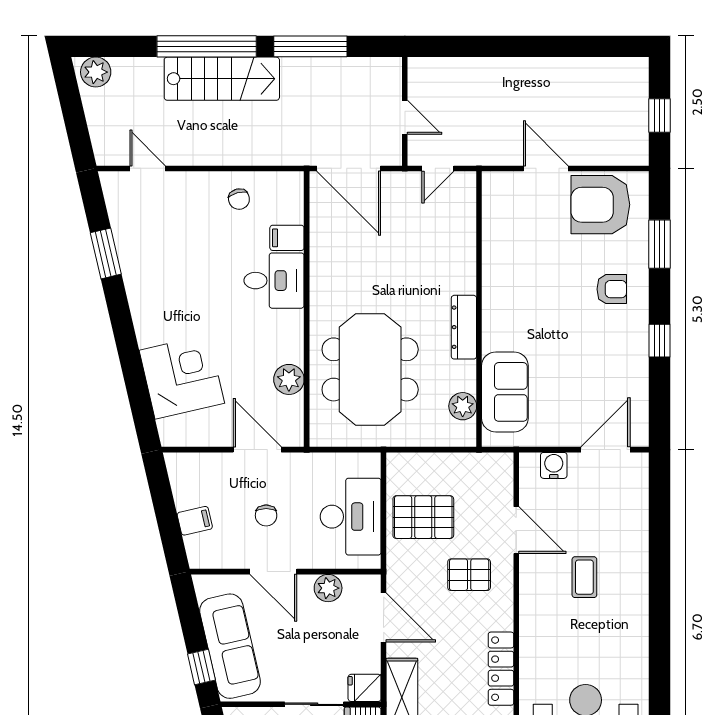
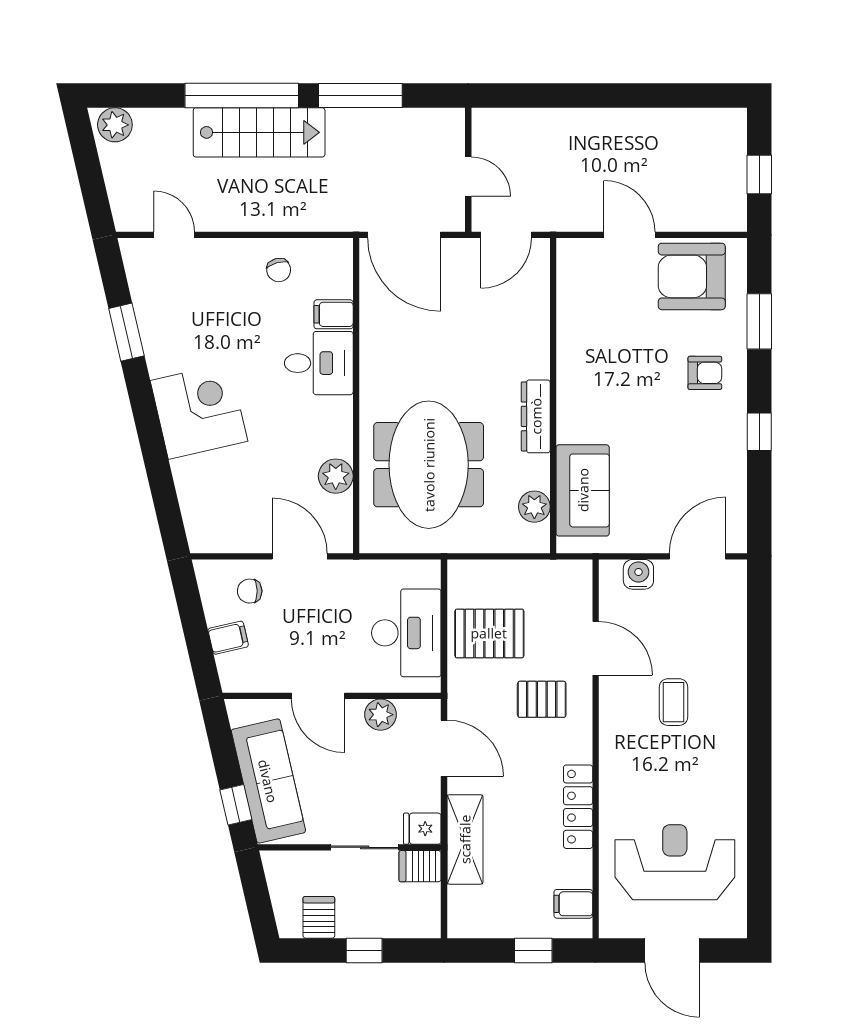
door: (438, 168) -> (506, 235), width x1.37
corner desk: (182, 377) -> (199, 411), moved
chair: (266, 515) -> (250, 591), moved, turned 89

